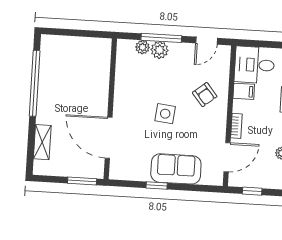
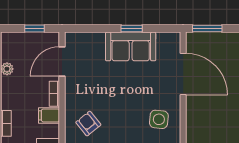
filing cabinet: (244, 91) -> (49, 115), moved
side table: (165, 114) -> (159, 119), moved
sofa: (176, 169) -> (131, 46), moved

